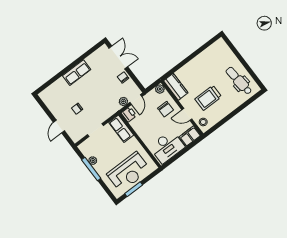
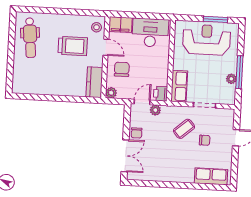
double door: (118, 57) -> (125, 156), swing flipped
row of seats: (77, 73) -> (211, 176), moved
coffee table: (96, 105) -> (184, 129), added

